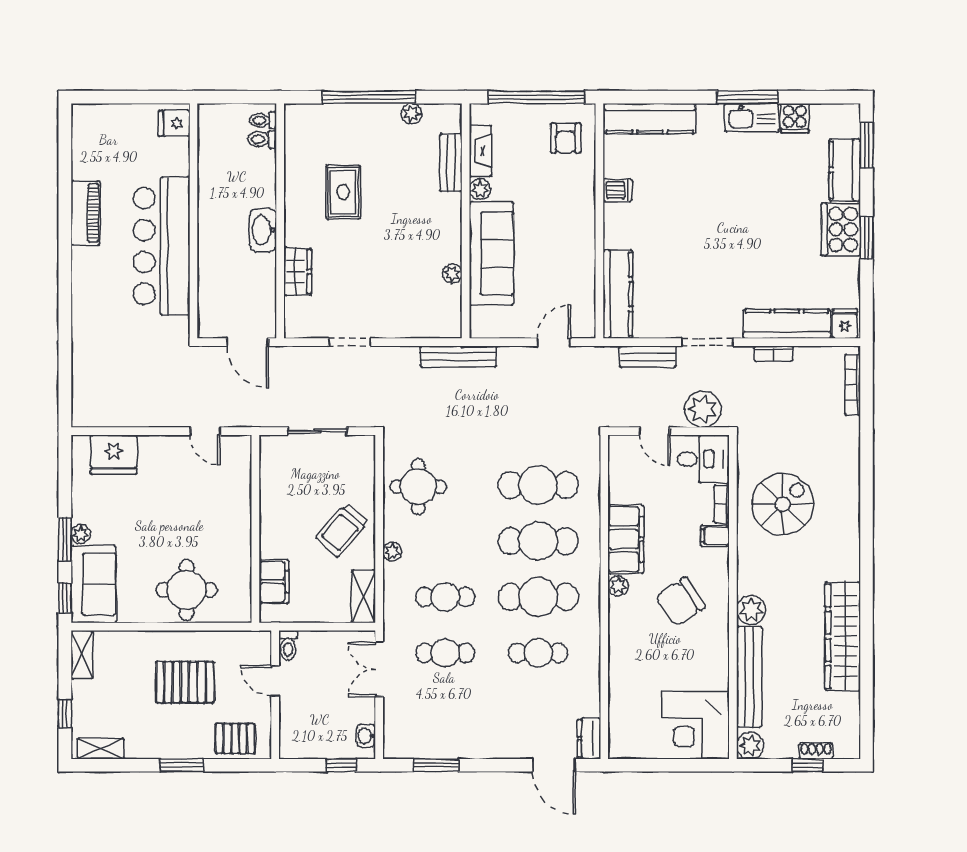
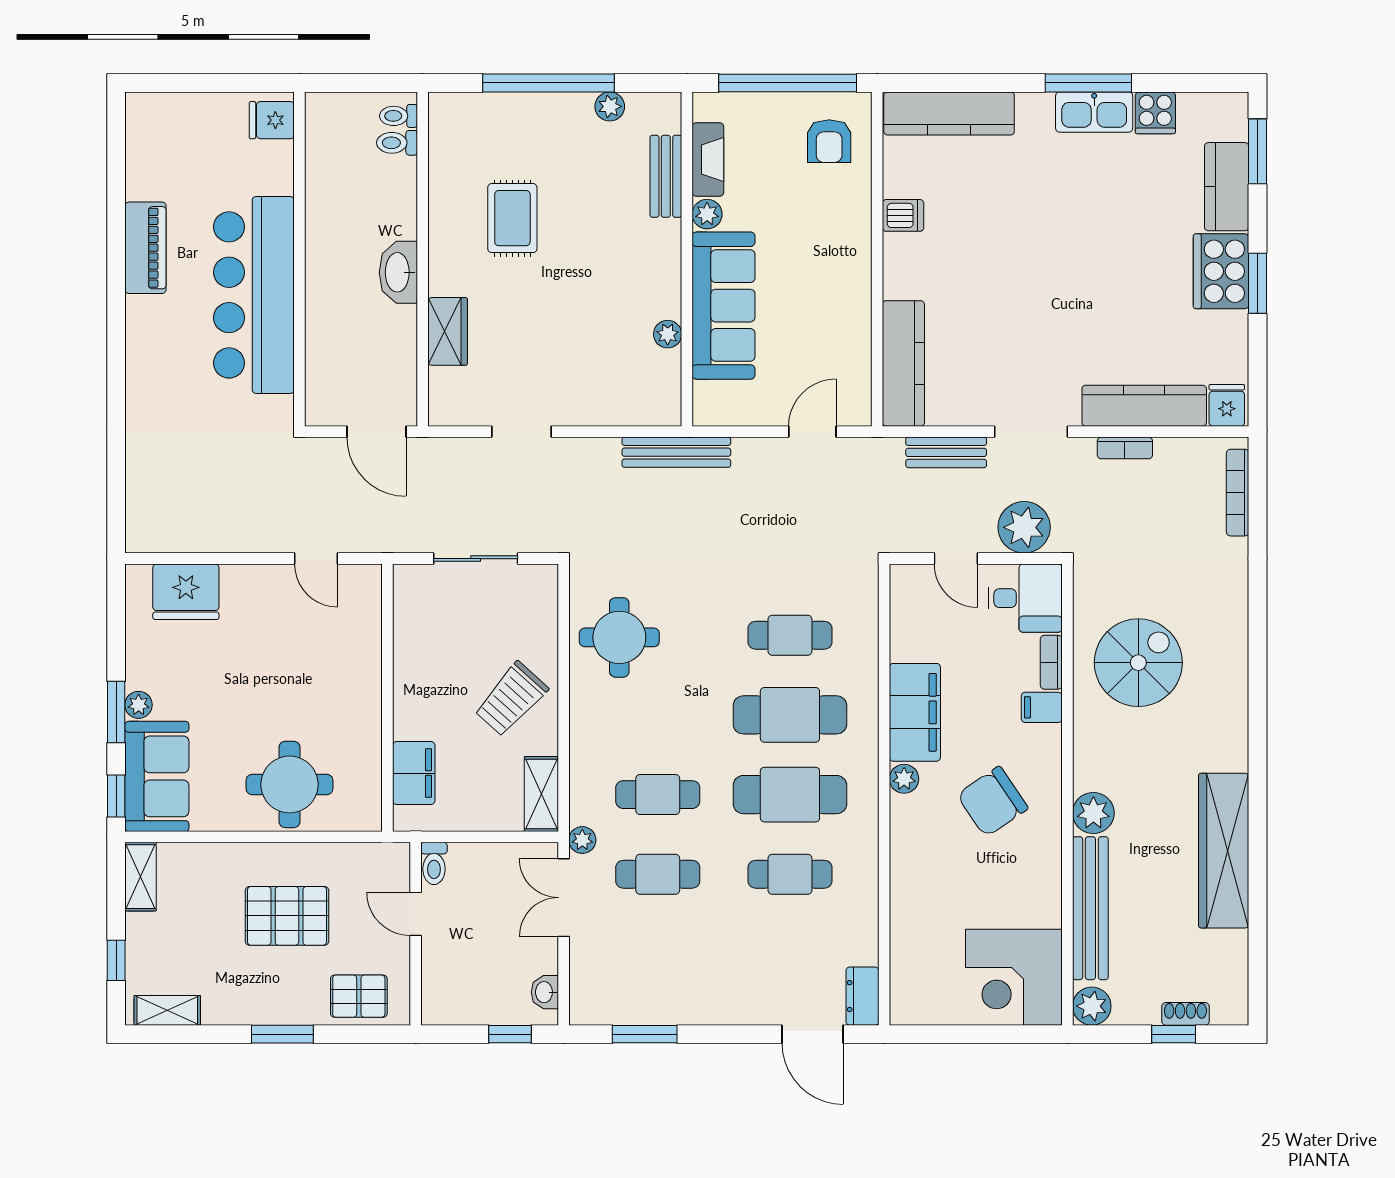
cafe table: (538, 485) -> (790, 635), width x0.73, depth x0.74
plant: (392, 552) -> (582, 840), moved

